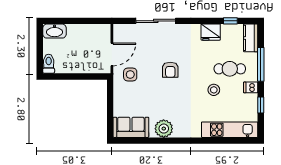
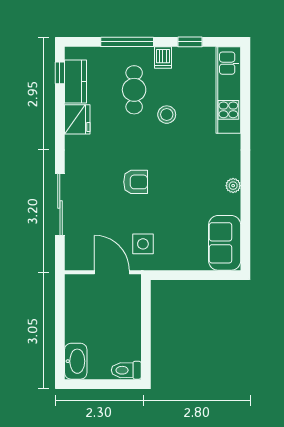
window: (230, 21) -> (60, 73), moved
kitchen counter: (251, 38) -> (75, 82), moved, turned -90
plant: (164, 129) -> (233, 186), width x0.53, depth x0.53

